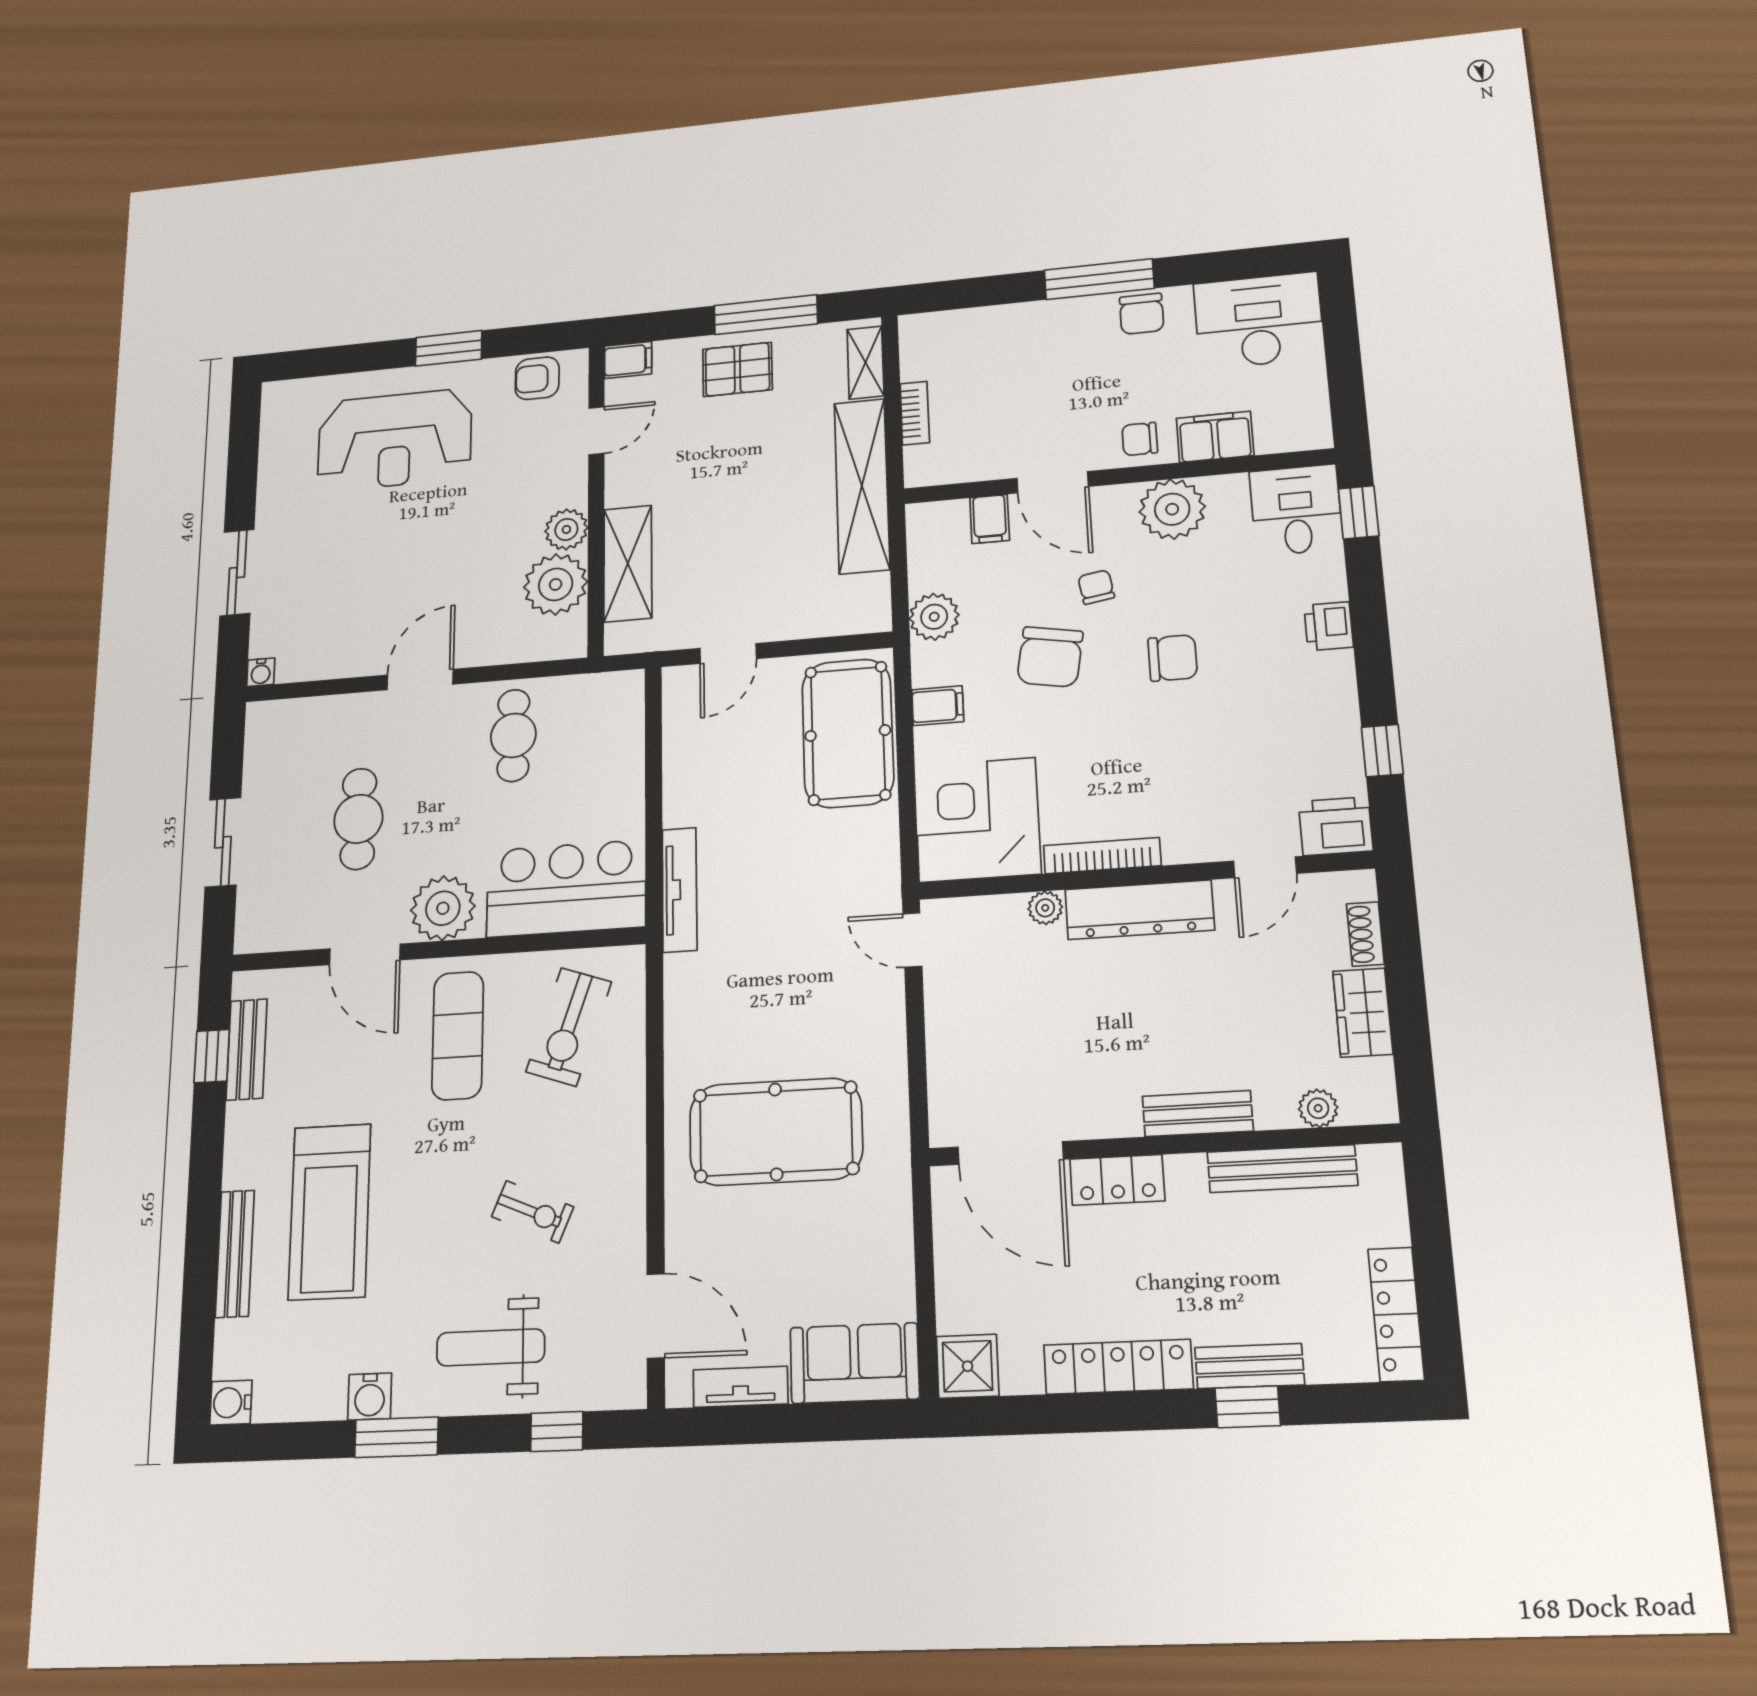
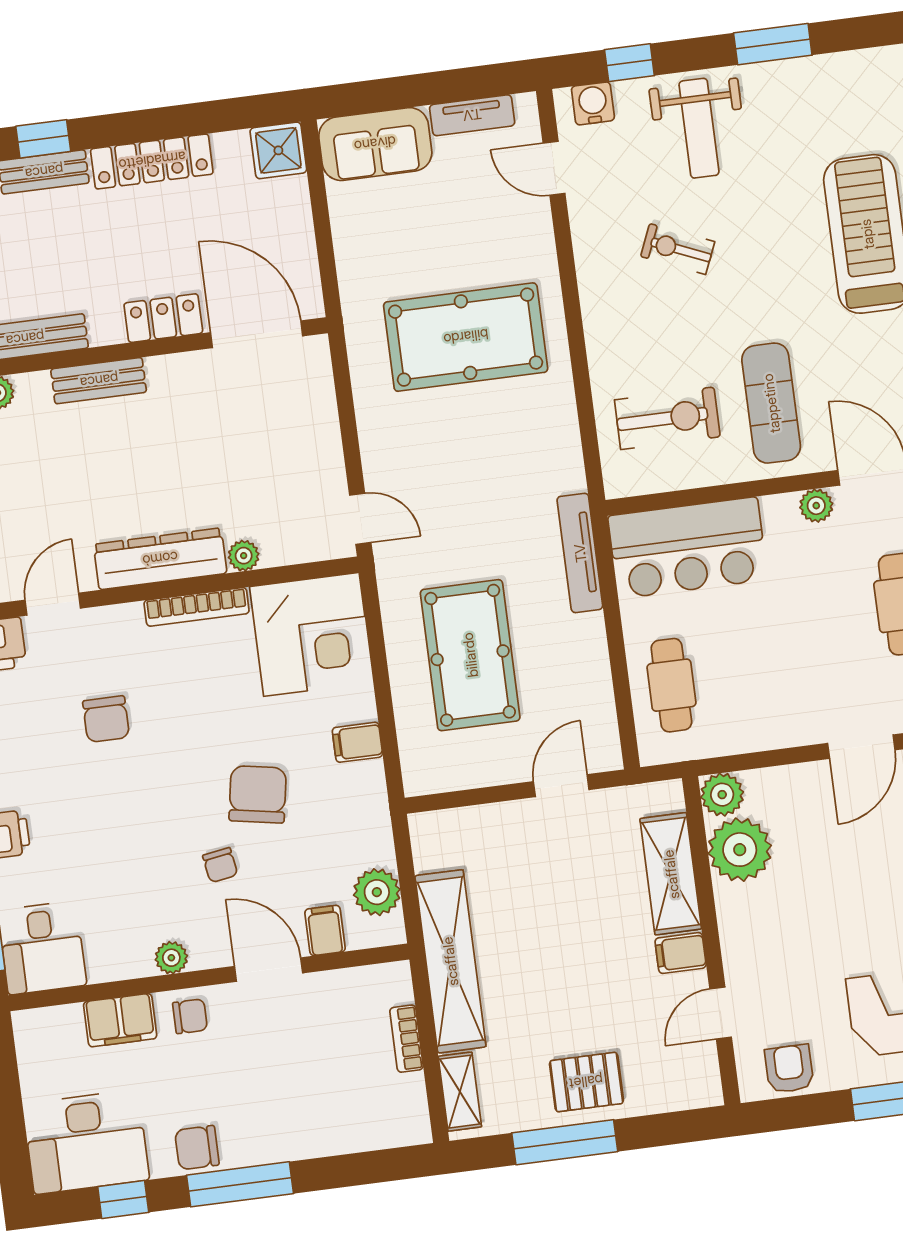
window: (1223, 266) -> (123, 1200), added
chair: (1142, 314) -> (197, 1148), turned -90
filing cabinet: (628, 360) -> (681, 953), moved
armchair: (537, 378) -> (789, 1069), turned -90
plant: (1172, 509) -> (171, 958), width x0.53, depth x0.53
plant: (566, 529) -> (722, 795), moved
plant: (934, 617) -> (377, 892), moved
chair: (1173, 658) -> (106, 719), moved, turned -90
pool table: (848, 733) -> (470, 655), moved
cafe table: (513, 735) -> (671, 685), moved
plant: (443, 908) -> (816, 506), width x0.53, depth x0.53
exercise bike: (569, 1027) -> (667, 418), turned 71
door: (656, 1316) -> (554, 168), width x0.73
weight bench: (491, 1347) -> (699, 128), turned 90
water cooler: (370, 1397) -> (593, 103), moved

